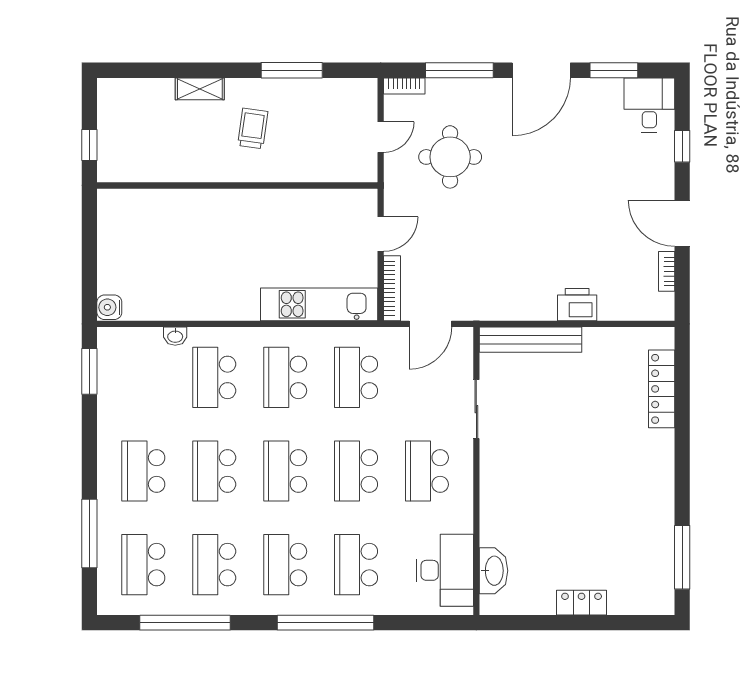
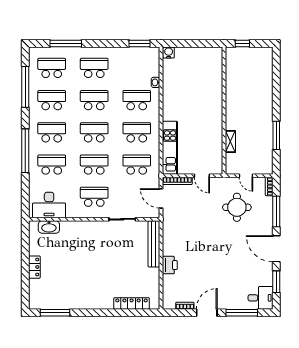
shelving: (200, 89) -> (230, 142), moved
trolley: (253, 128) -> (250, 118), removed
window: (682, 146) -> (242, 313), width x2.17

